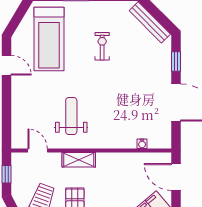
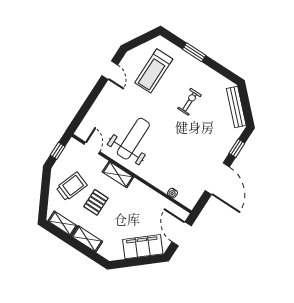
treadmill: (49, 39) -> (154, 71), width x0.73, depth x0.73
weight bench: (71, 116) -> (133, 139), width x1.36, depth x1.33

